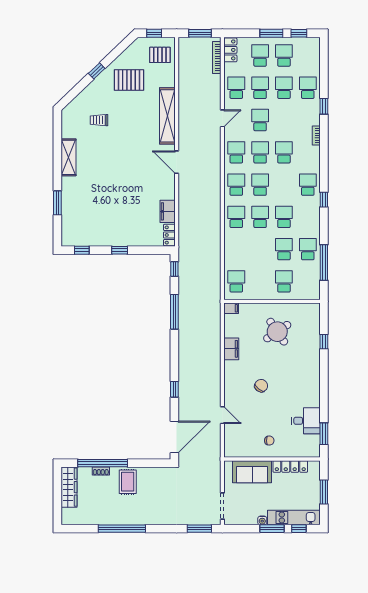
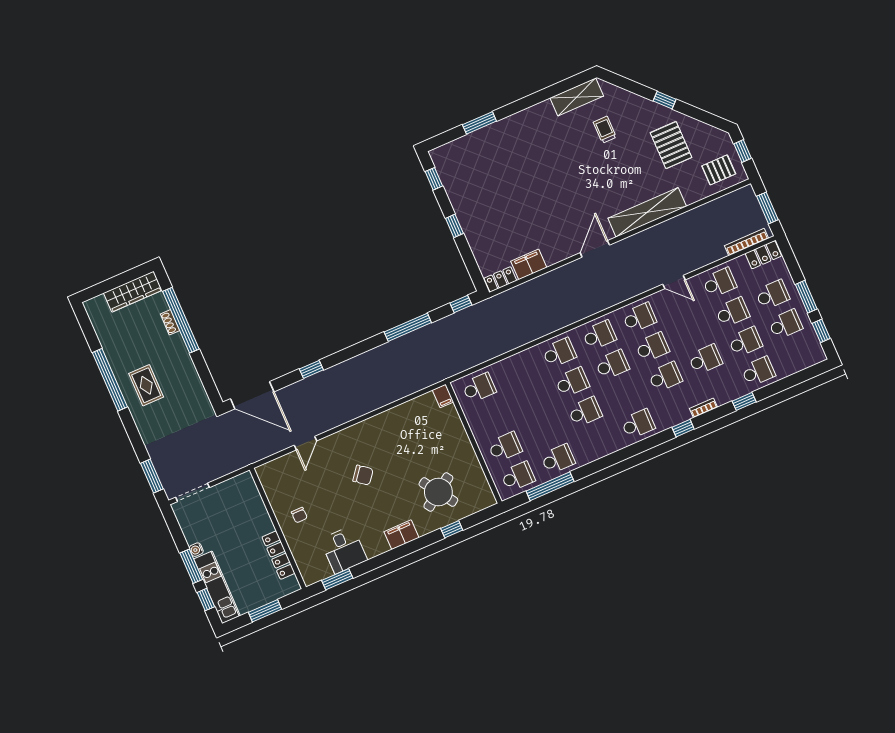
pallet: (160, 55) -> (719, 170), turned 90
school desk: (260, 120) -> (705, 359), moved
shelving: (69, 157) -> (577, 97), moved
window: (324, 200) -> (683, 428), moved
school desk: (284, 249) -> (518, 476), moved
round table: (277, 332) -> (438, 492), moved
filing cabinet: (231, 349) -> (402, 535), moved, turned 180
sofa: (252, 472) -> (251, 510), removed
rug: (128, 482) -> (146, 385), moved, turned 90

